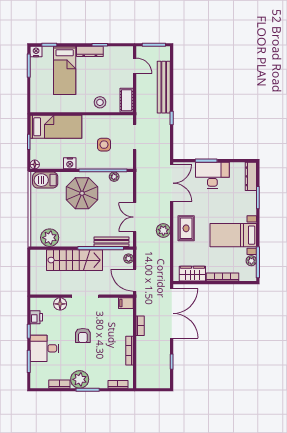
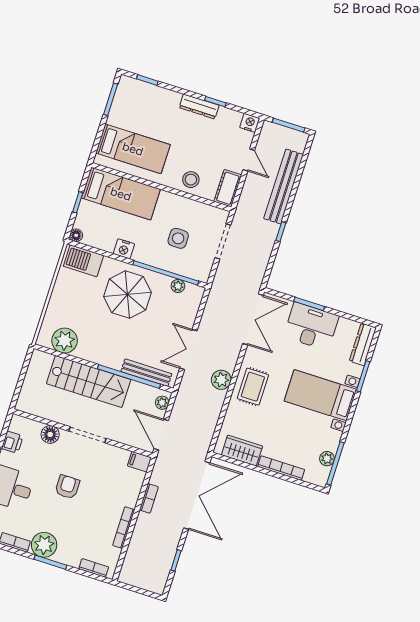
nightstand: (36, 52) -> (250, 123), moved
door: (135, 66) -> (249, 160), moved
bed: (65, 70) -> (133, 149), moved, turned -90
bed with nightstands: (233, 235) -> (320, 395), moved
armchair: (83, 336) -> (67, 487), turned 180

